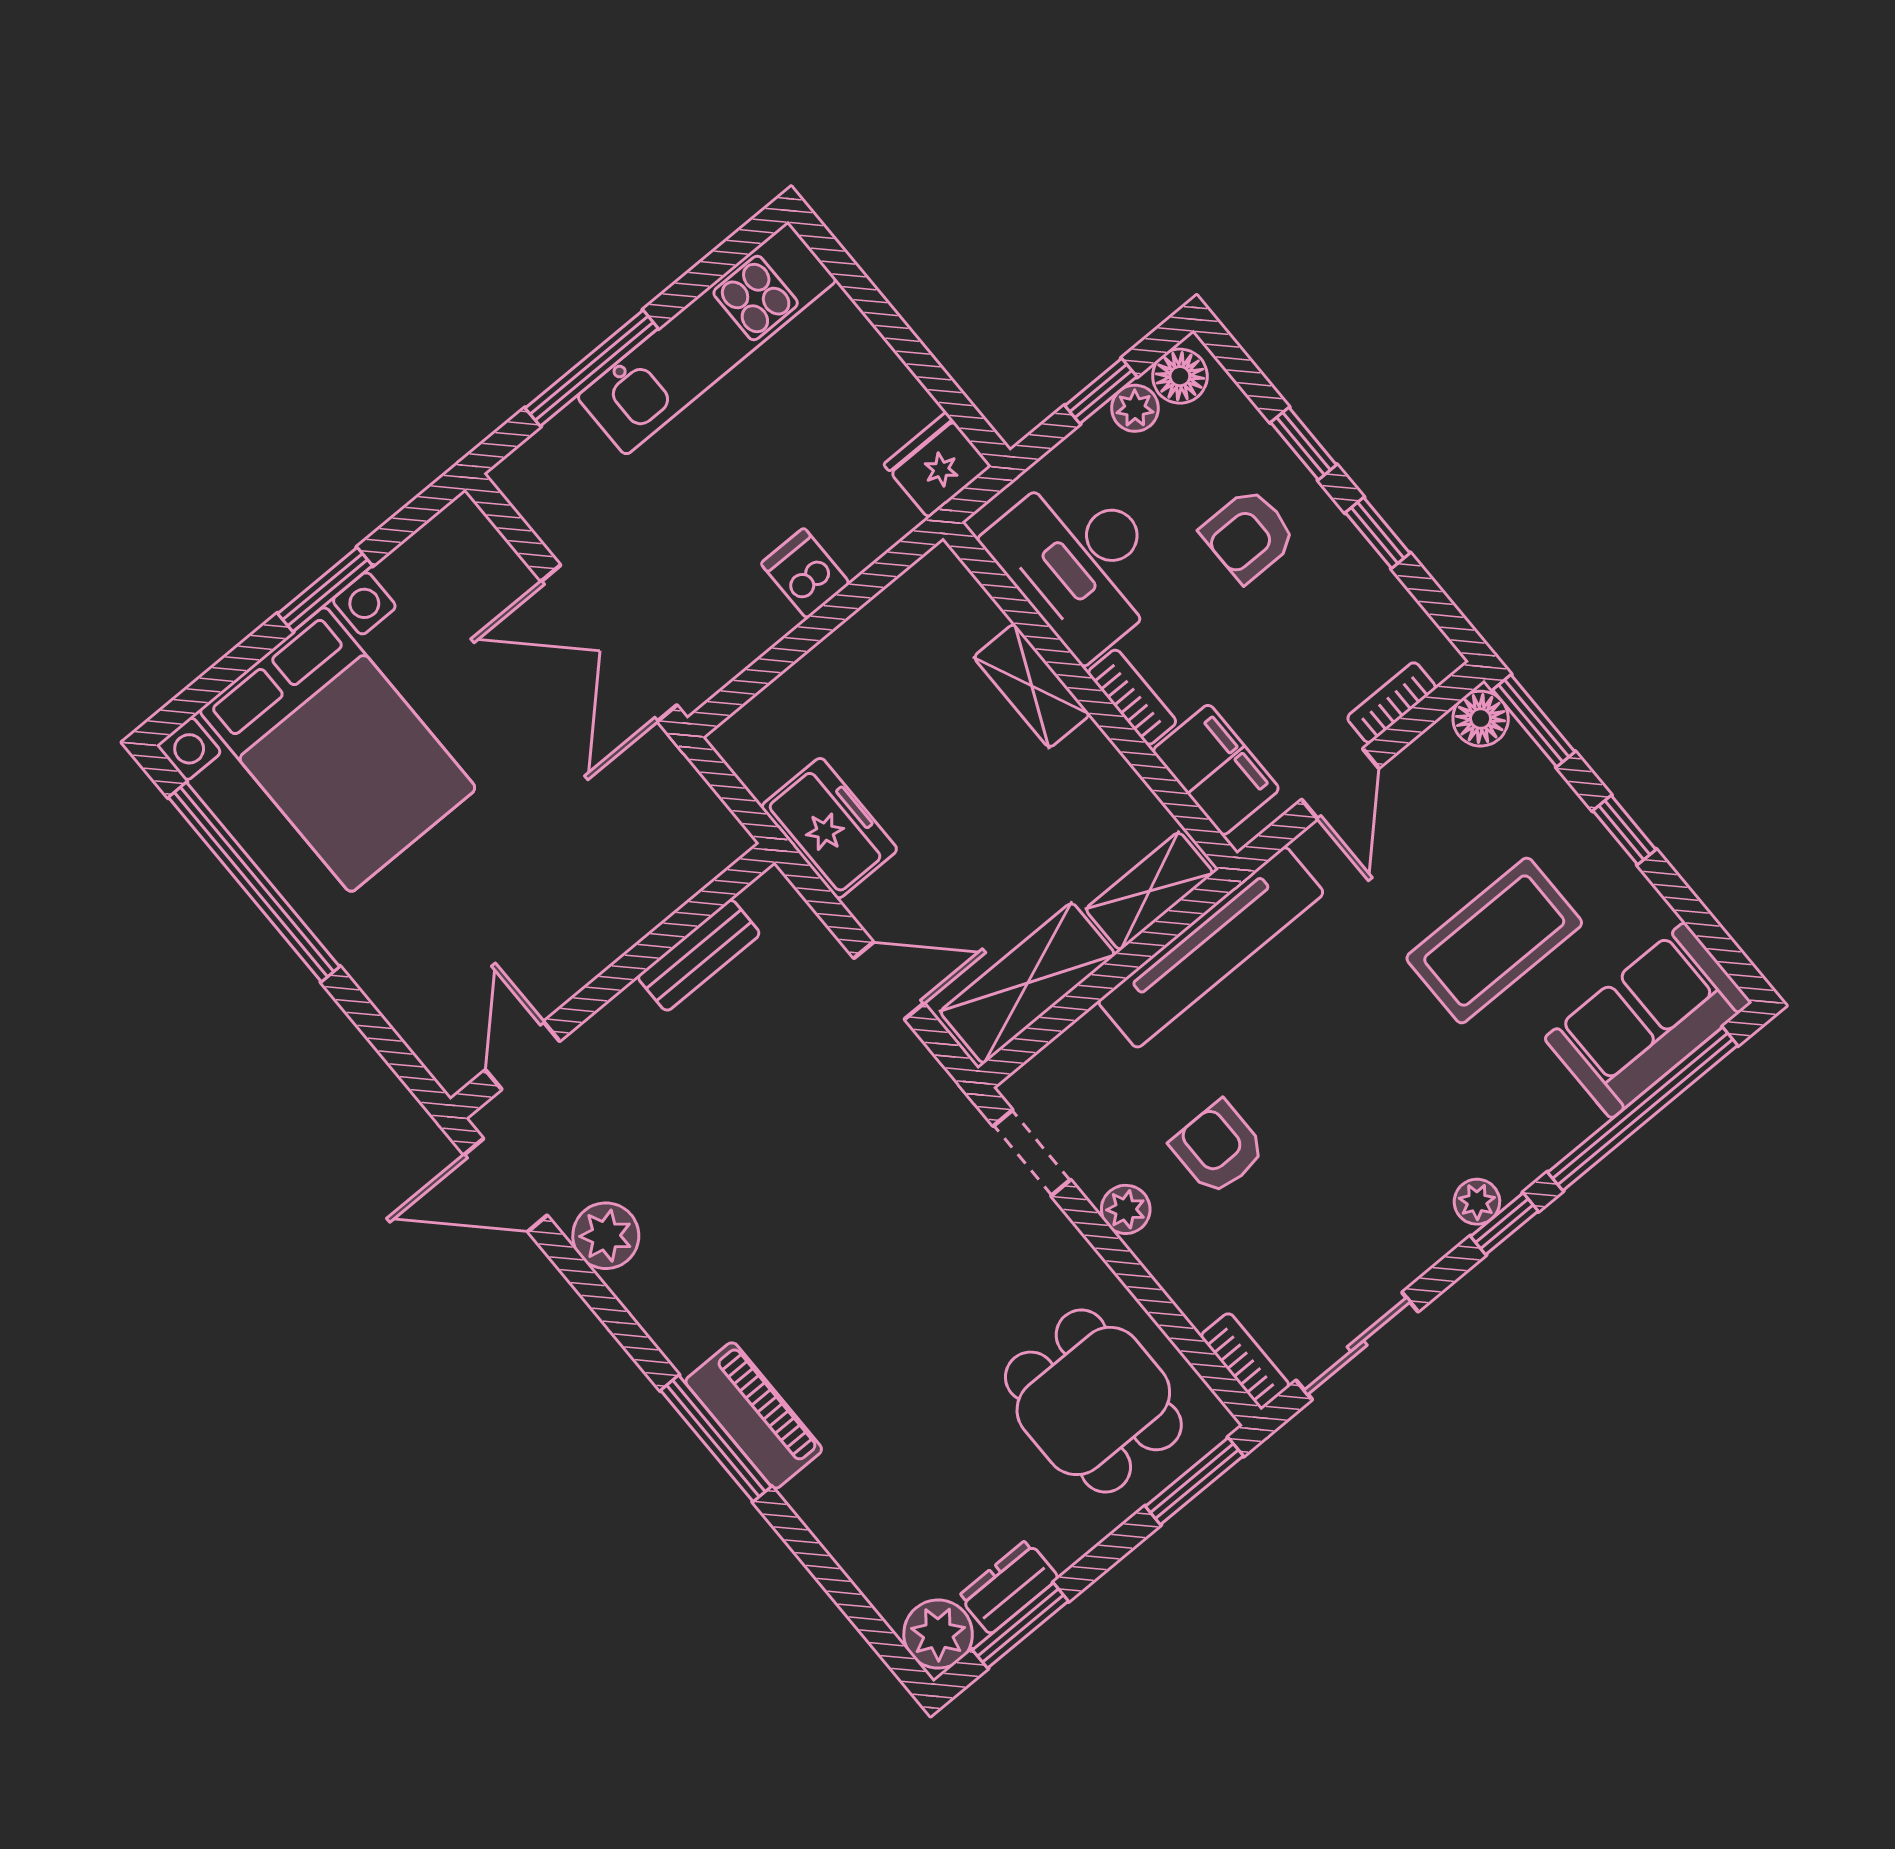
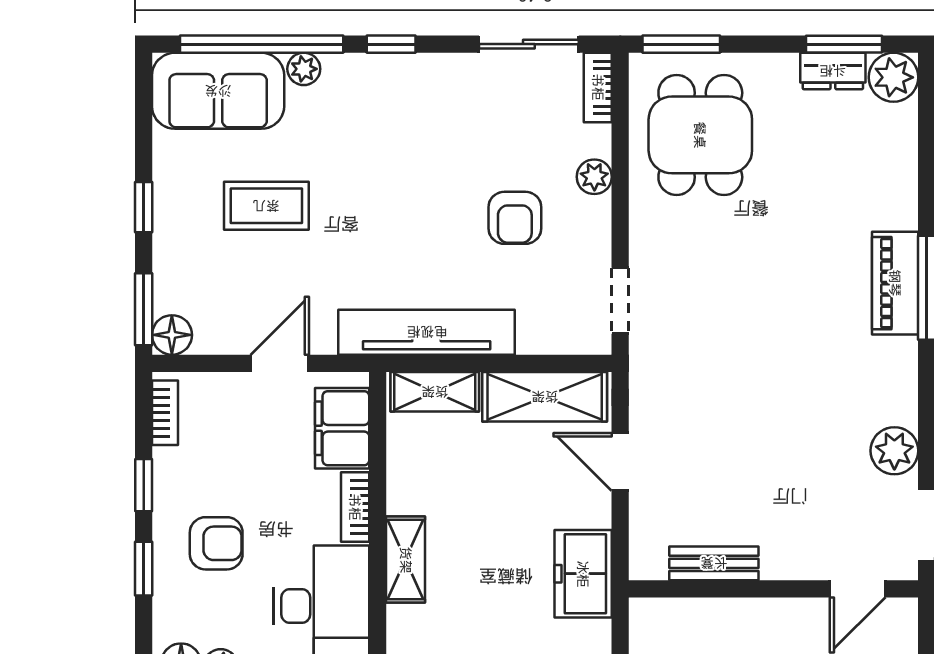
bookcase: (1391, 703) -> (165, 413), moved, turned -90
coffee table: (1494, 941) -> (266, 206), width x0.73, depth x0.76
plant: (1477, 1202) -> (304, 69), moved
plant: (1126, 1209) -> (594, 177), moved

